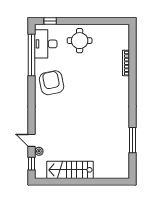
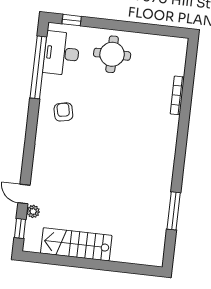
armchair: (52, 83) -> (63, 112), width x0.53, depth x0.53

